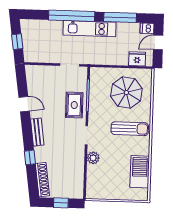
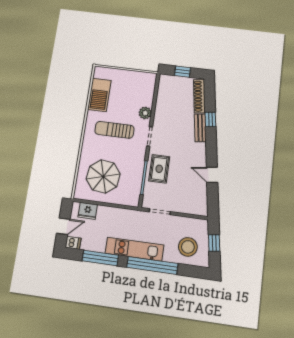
stool: (41, 36) -> (188, 247), added
sun lounger: (130, 129) -> (114, 130), moved
bench: (37, 132) -> (200, 128), moved

